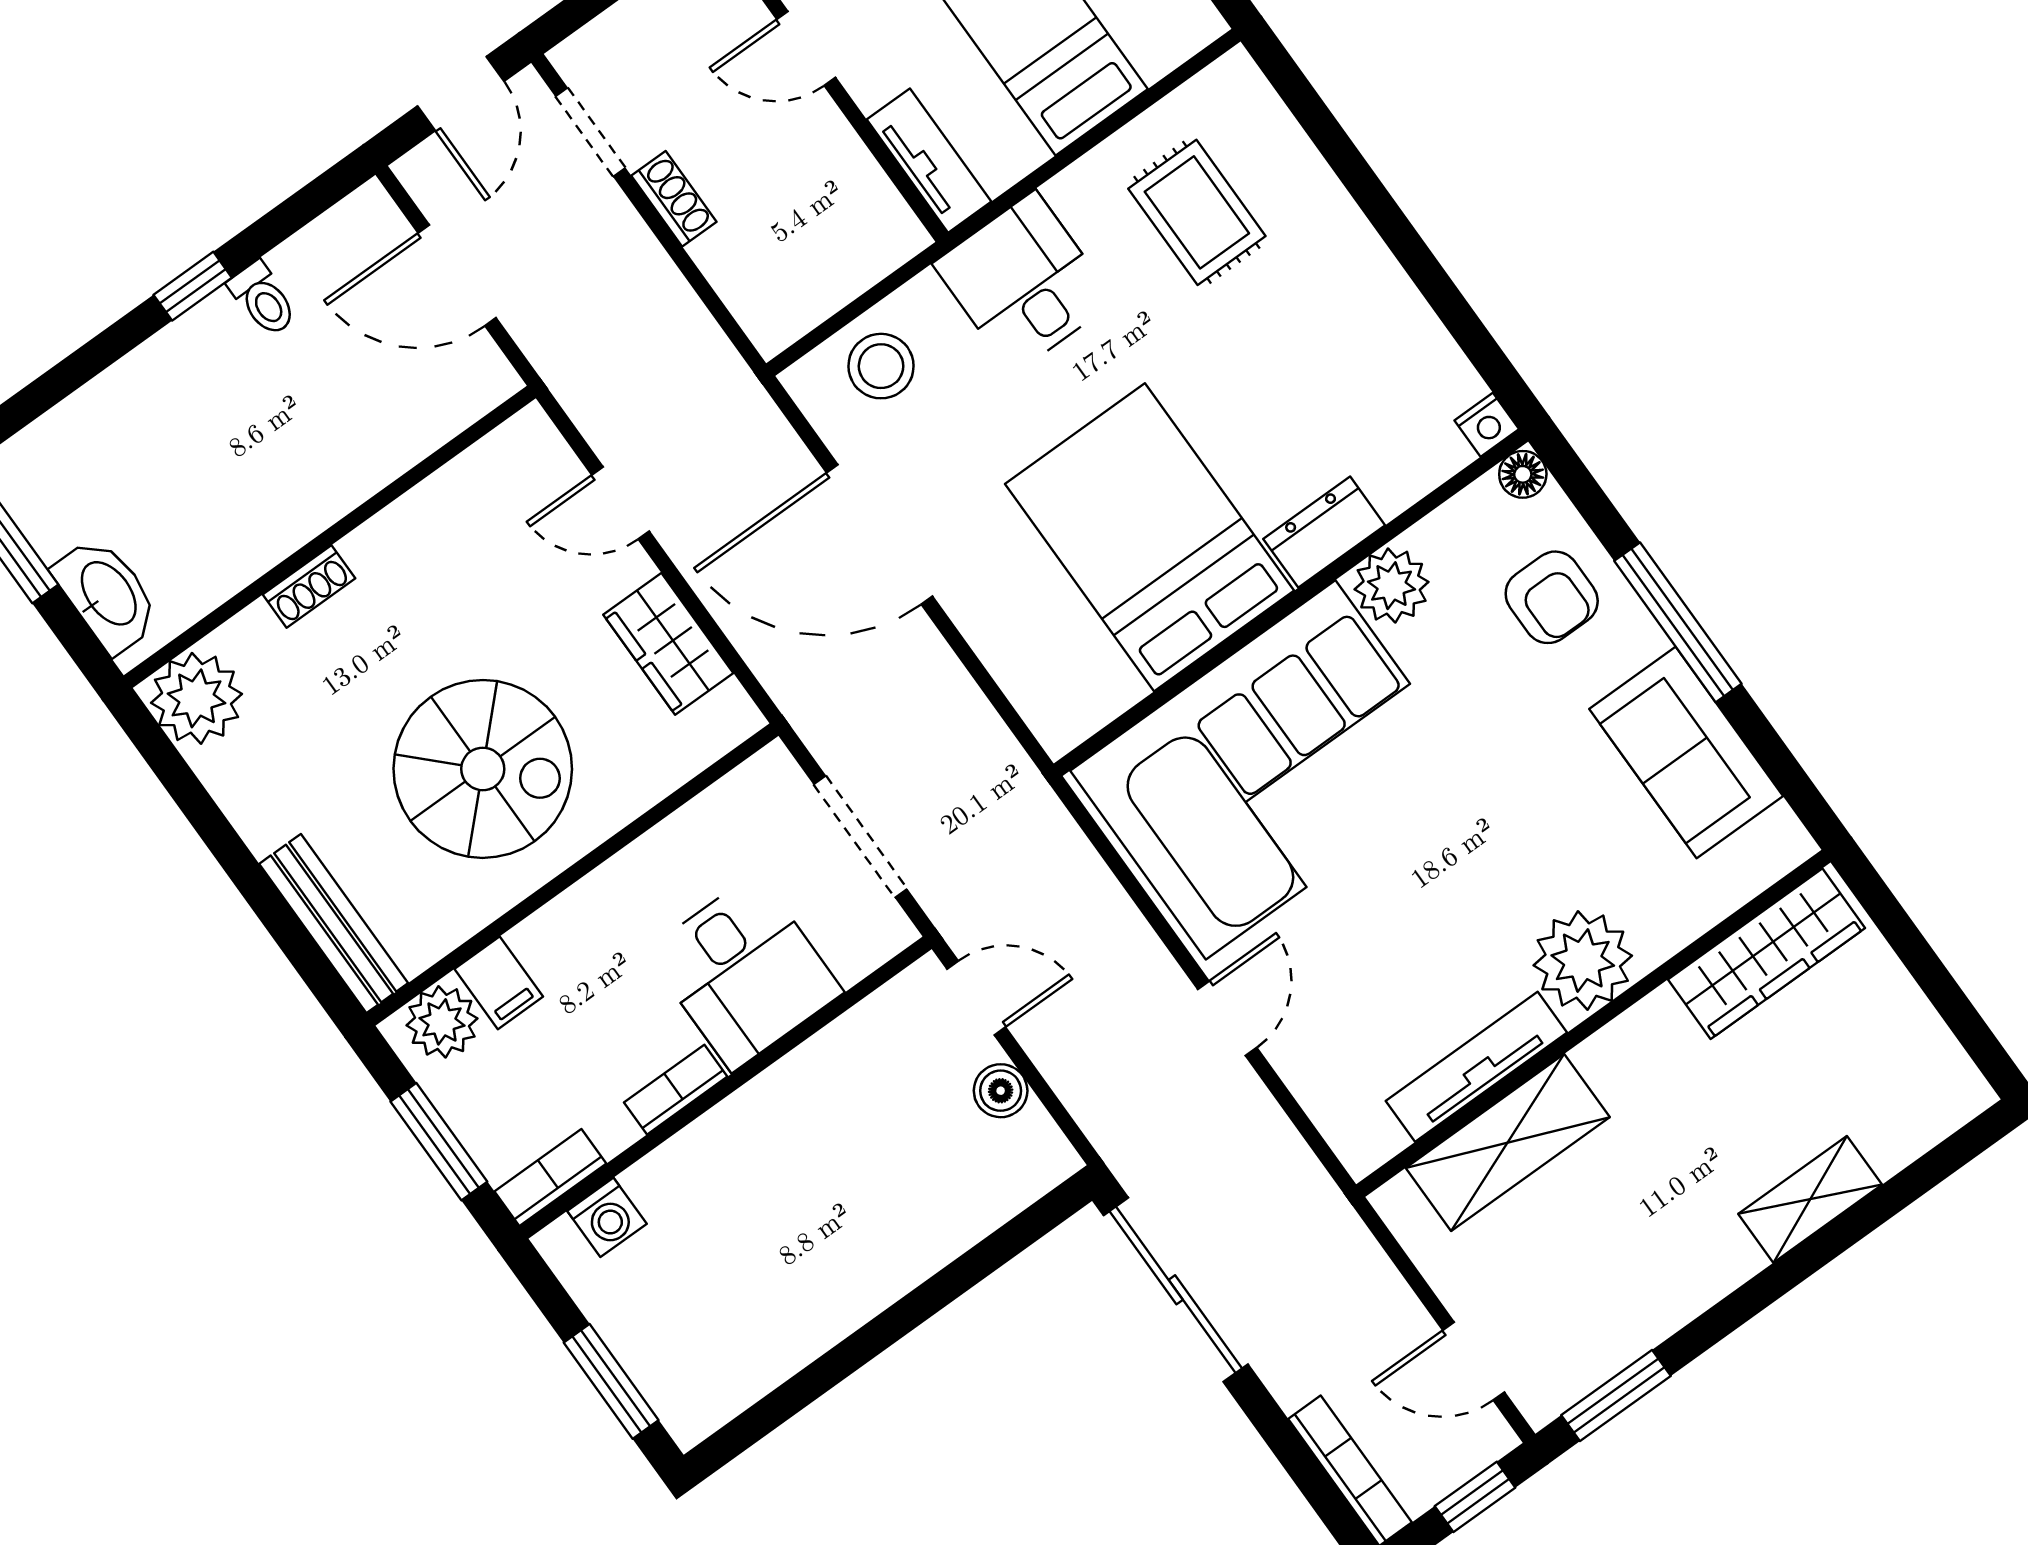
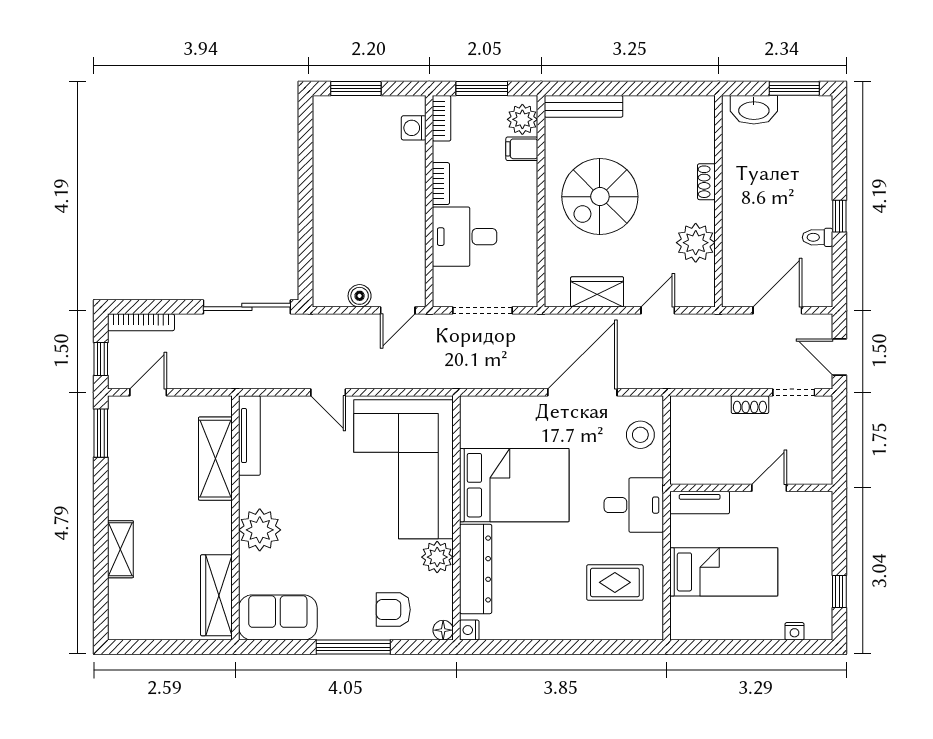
dresser: (1324, 532) -> (476, 569), width x1.96, depth x1.24
plant: (197, 698) -> (696, 243), moved
sofa: (1686, 753) -> (278, 617), moved
tv unit: (1476, 1067) -> (249, 436), moved

